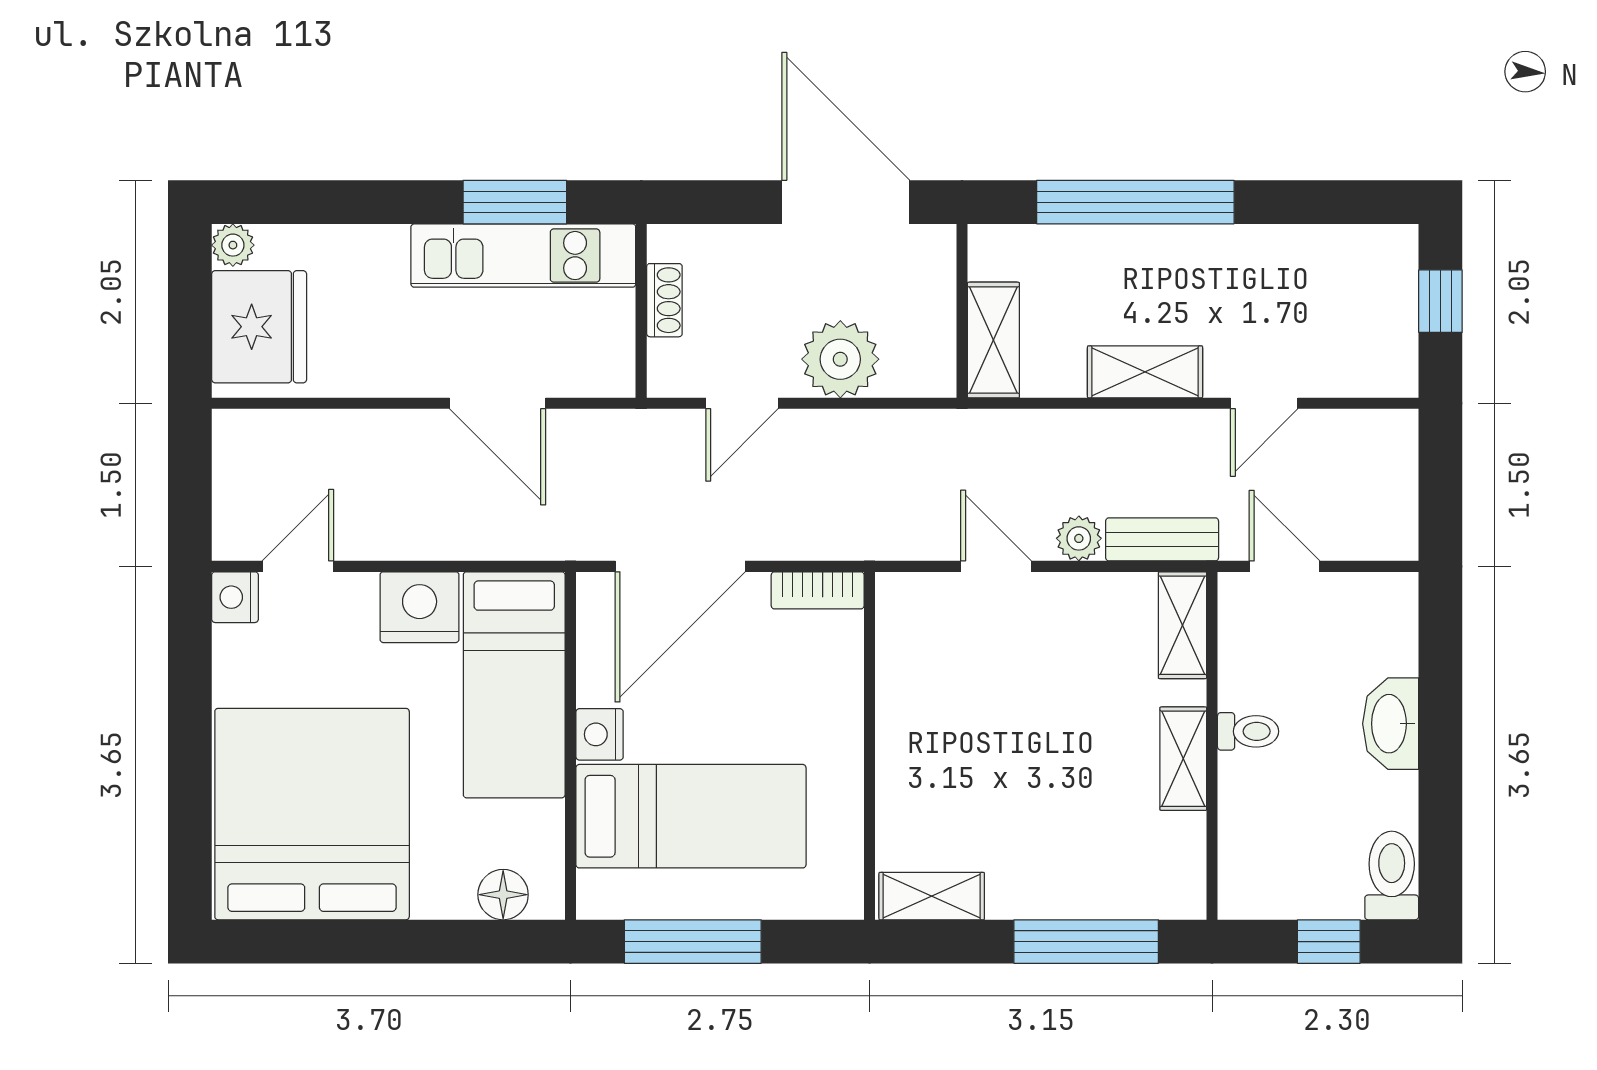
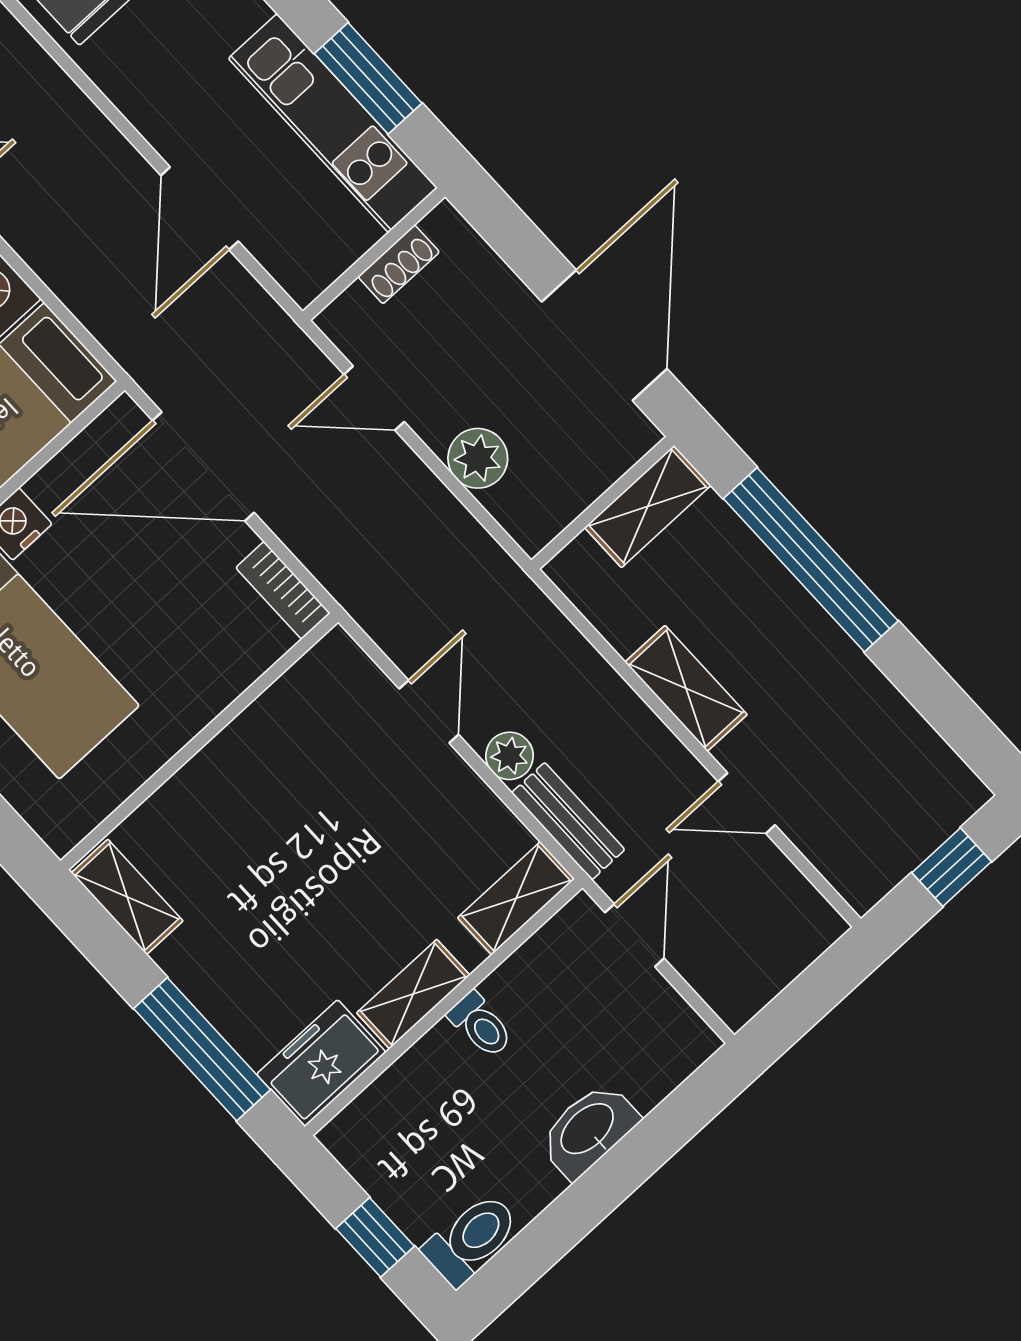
shelving: (993, 340) -> (648, 506), moved
plant: (840, 359) -> (478, 458), width x0.73, depth x0.73
freezer: (1172, 867) -> (321, 1063), added

